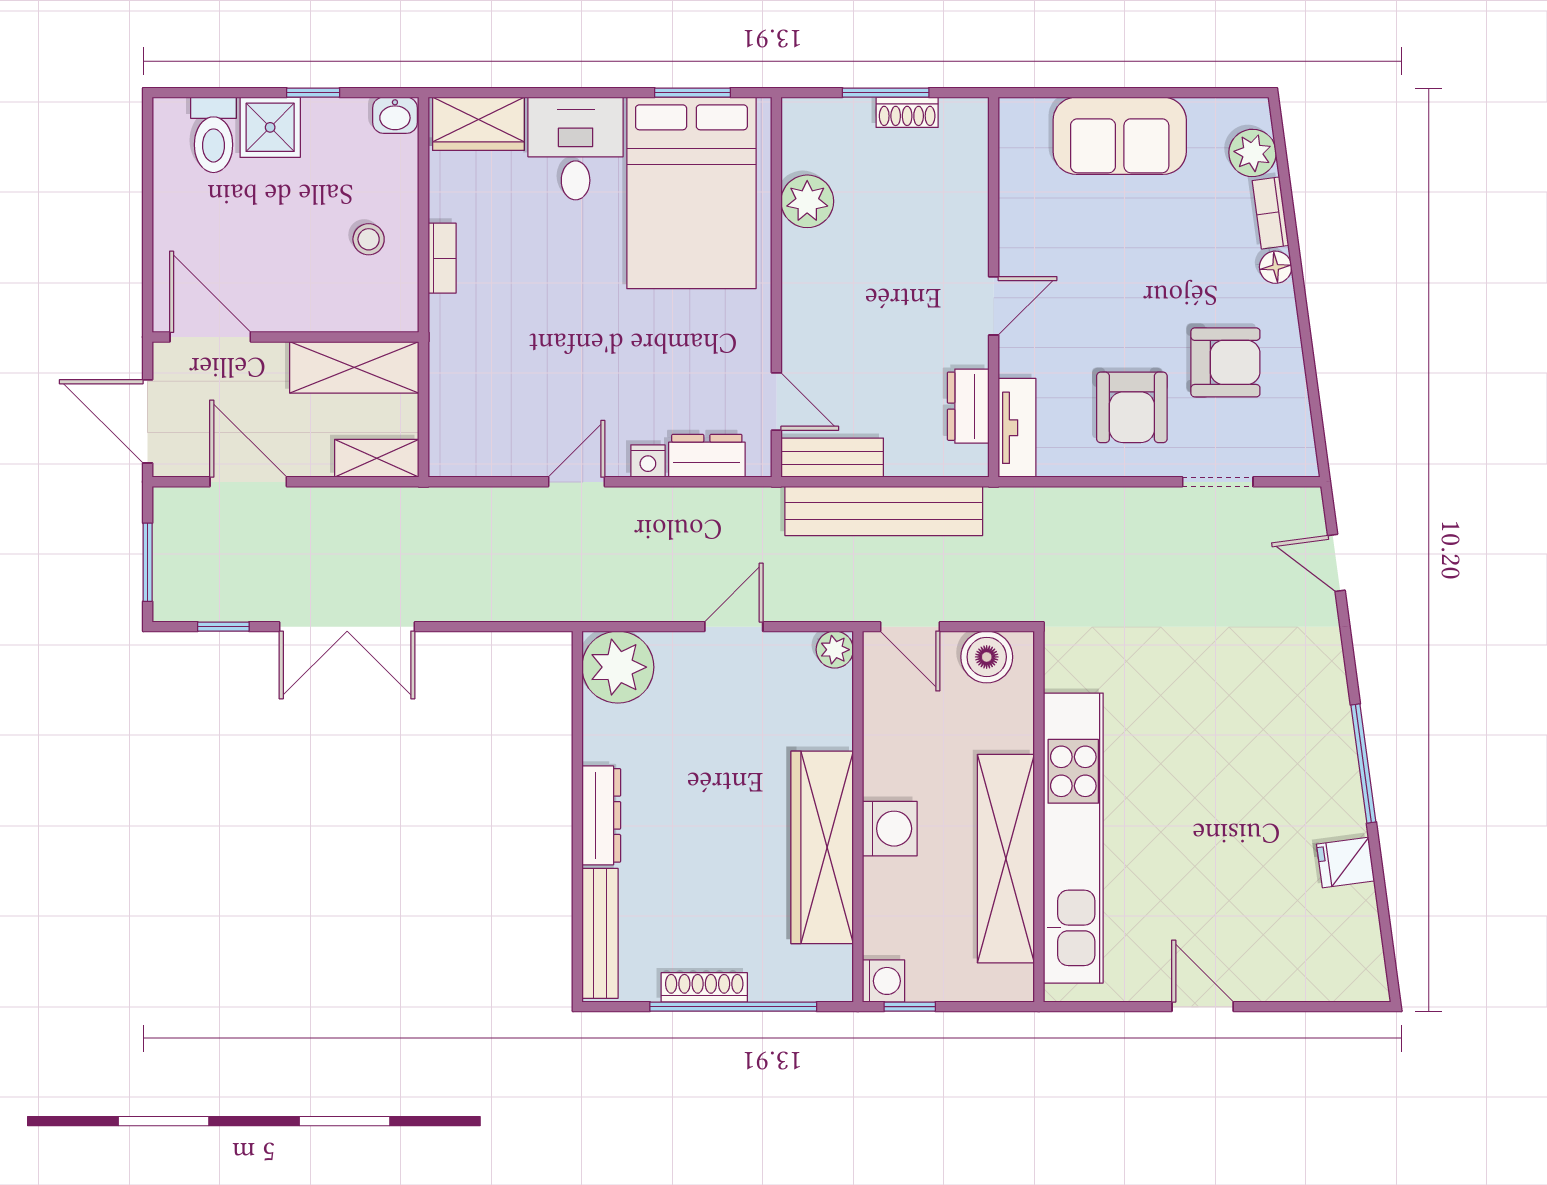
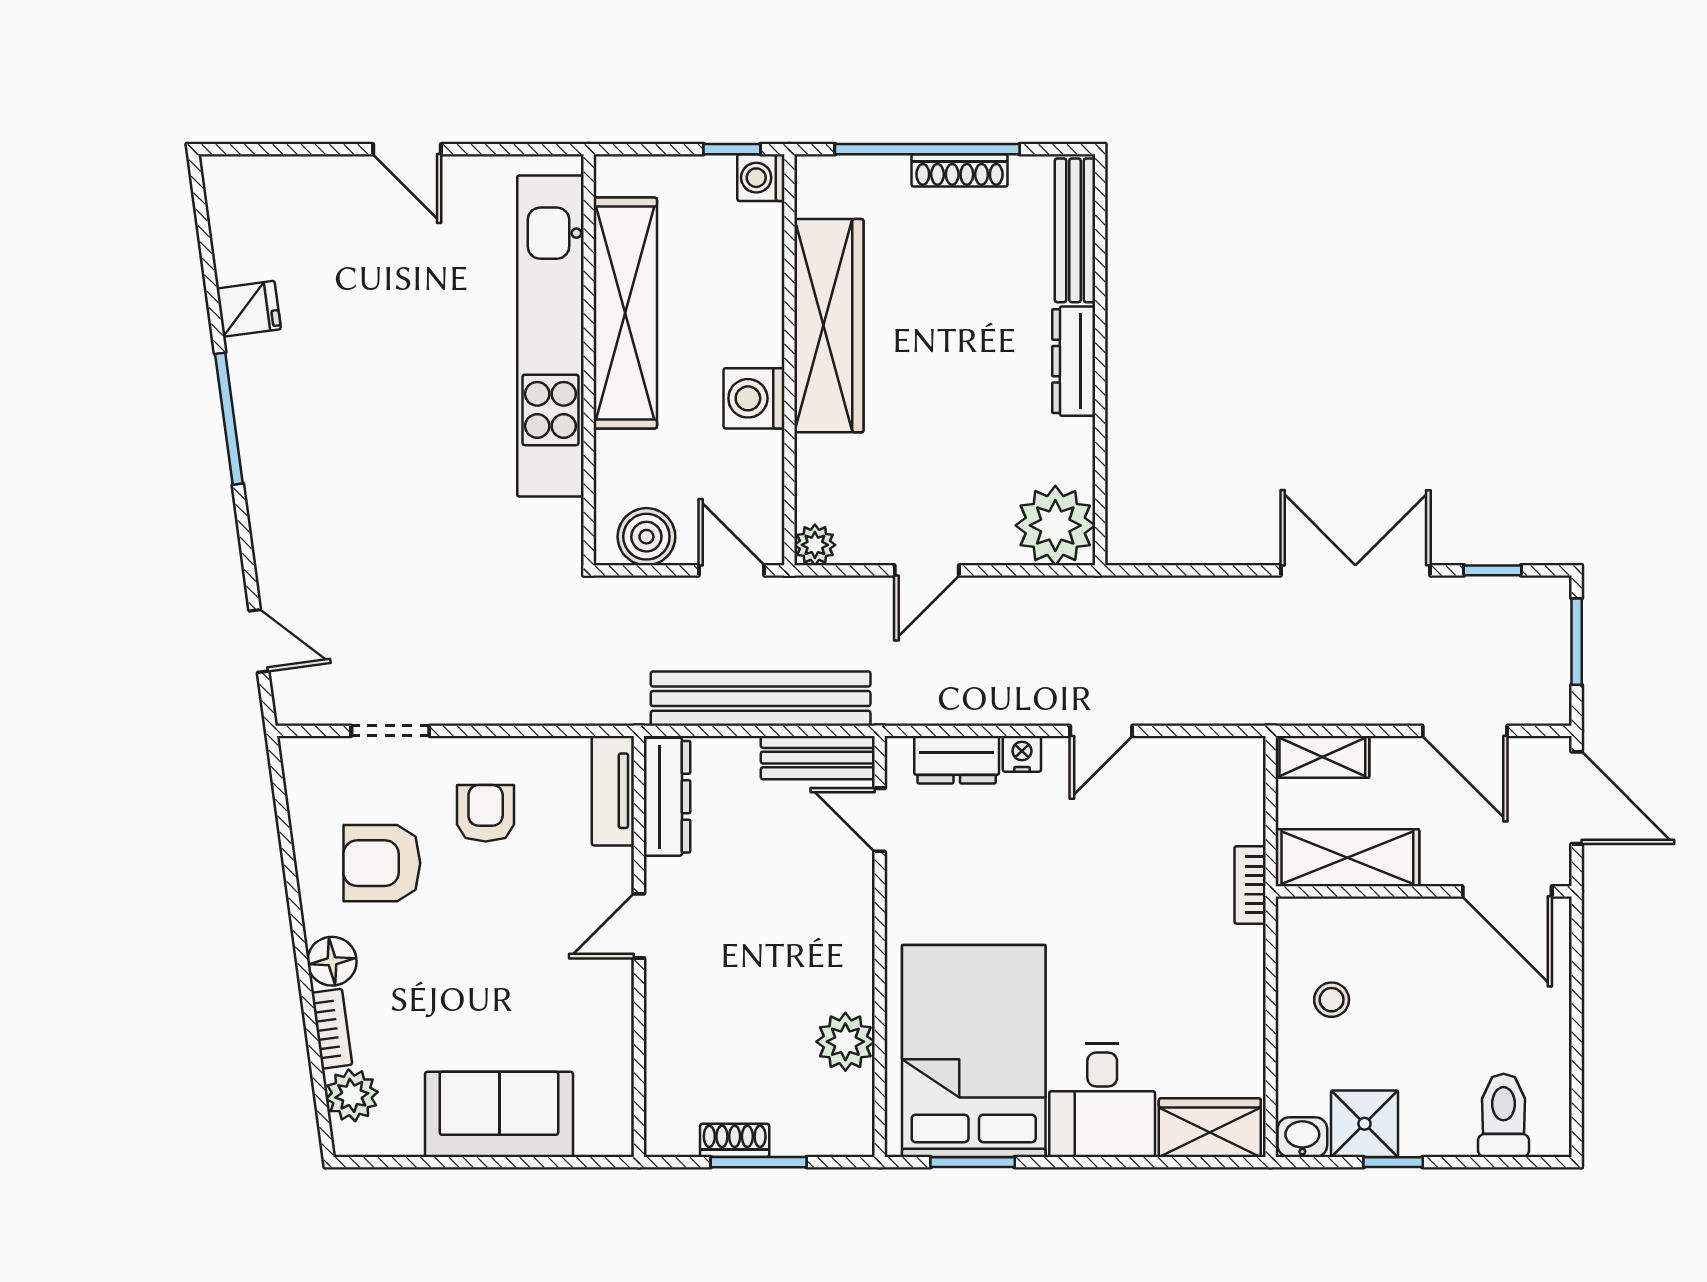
shower: (270, 127) -> (1364, 1124), moved
bookcase: (442, 258) -> (1250, 885), moved
floor lamp: (1276, 267) -> (332, 961), width x1.37, depth x1.37
dresser: (968, 406) -> (667, 797), width x1.44
armchair: (1132, 407) -> (486, 813), width x0.72, depth x0.72
washing machine: (890, 829) -> (754, 398), moved

